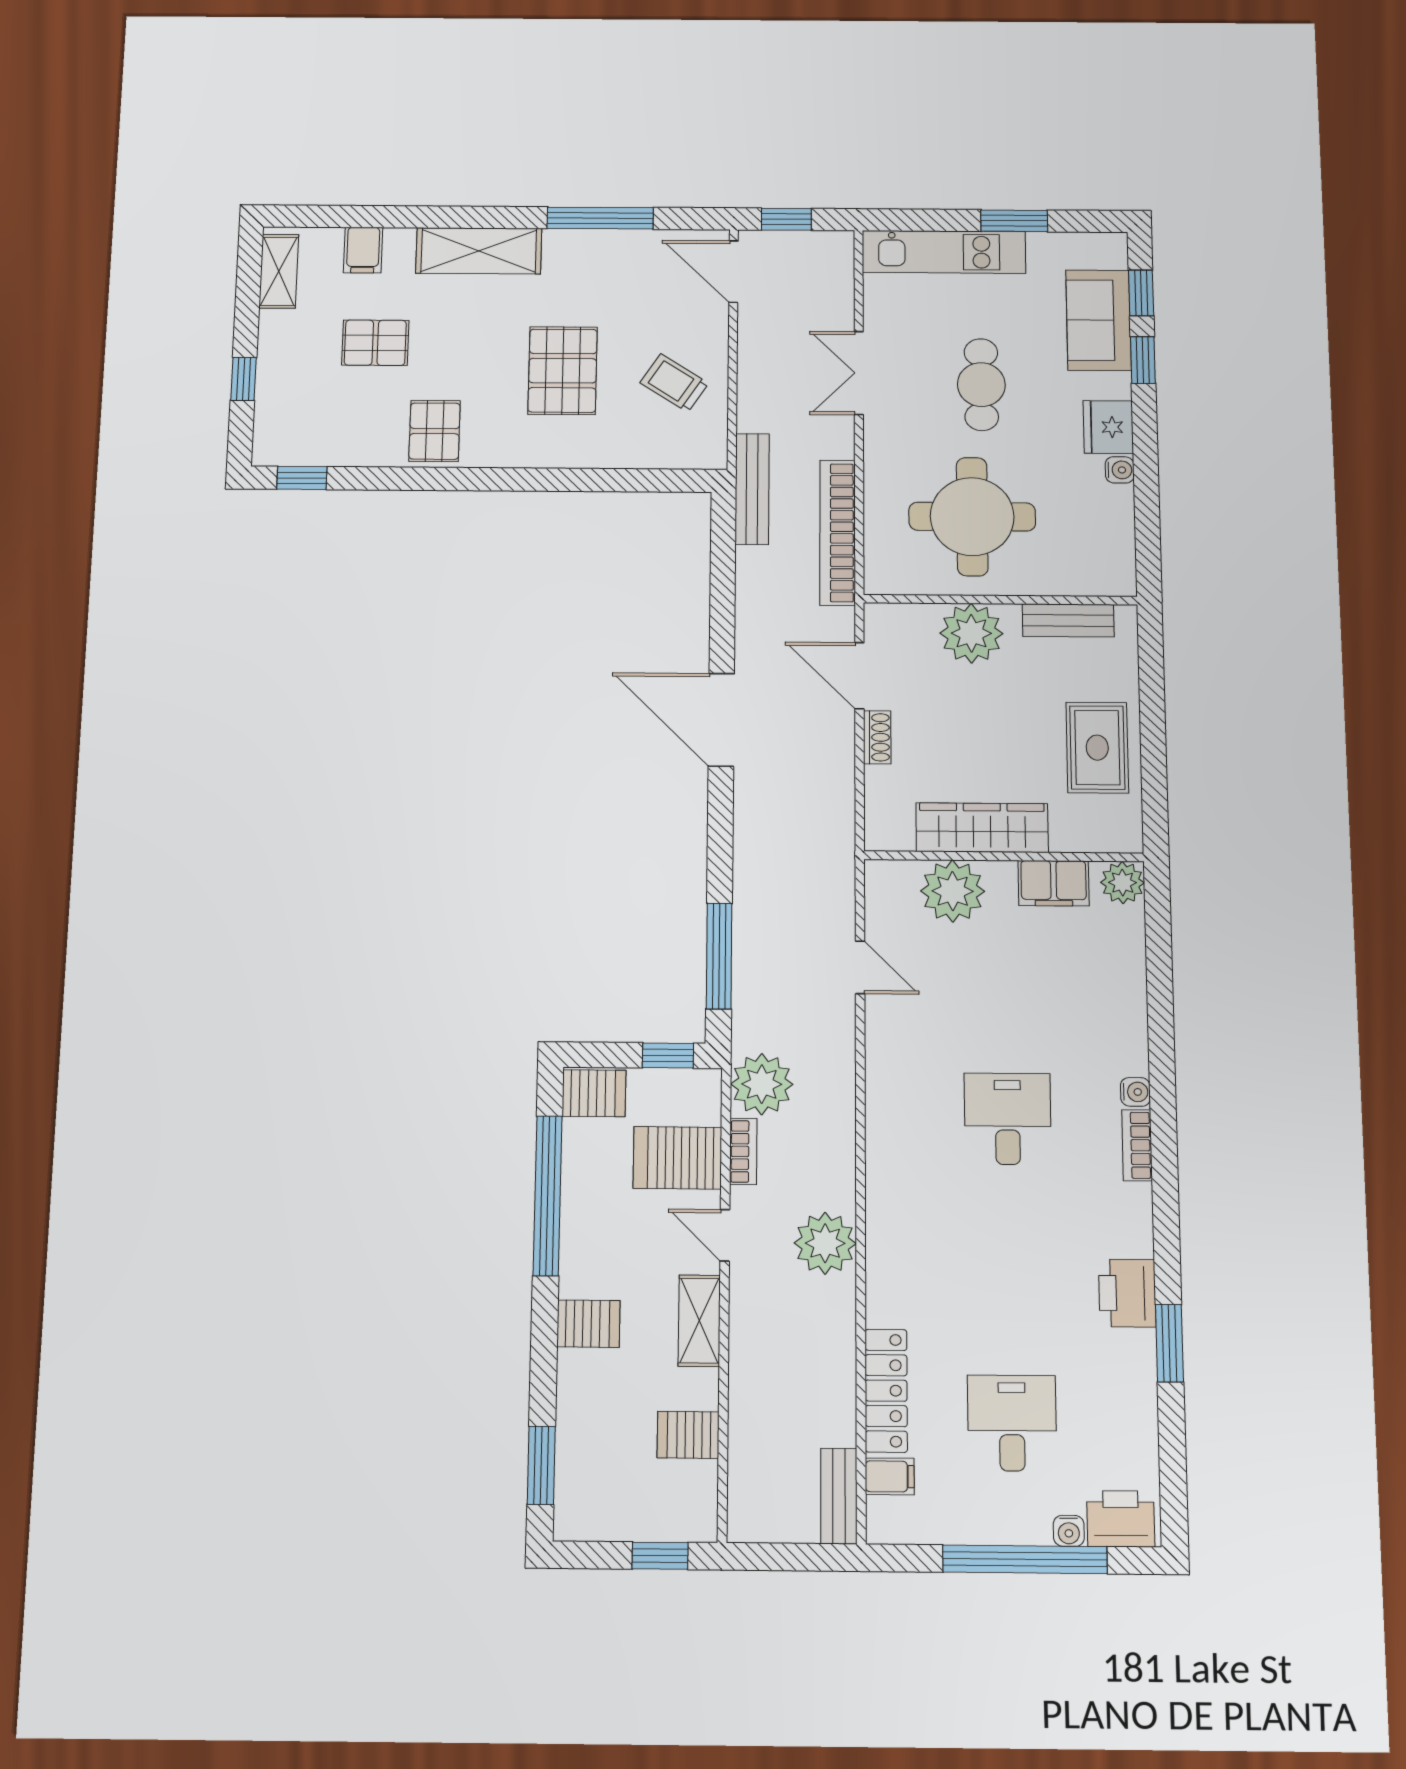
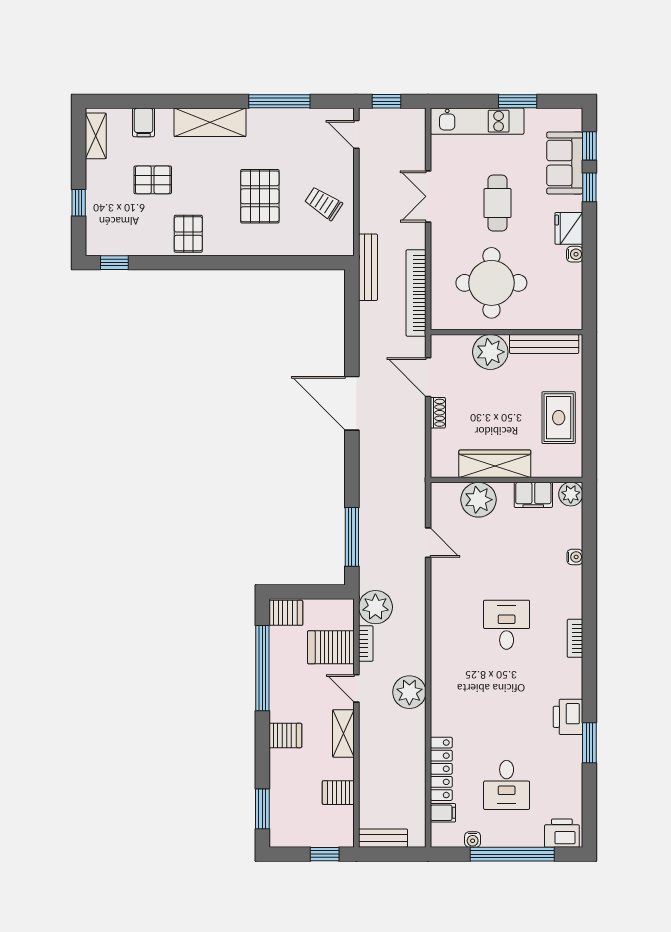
door: (733, 272) -> (356, 134), width x0.73
bench: (1068, 620) -> (544, 344), width x1.36
window: (668, 1055) -> (325, 592), removed
water cooler: (1135, 1092) -> (575, 557), moved
desk: (1012, 1423) -> (507, 785), turned 180
bench: (839, 1496) -> (383, 838), moved, turned 90
water cooler: (1069, 1531) -> (473, 839), moved

